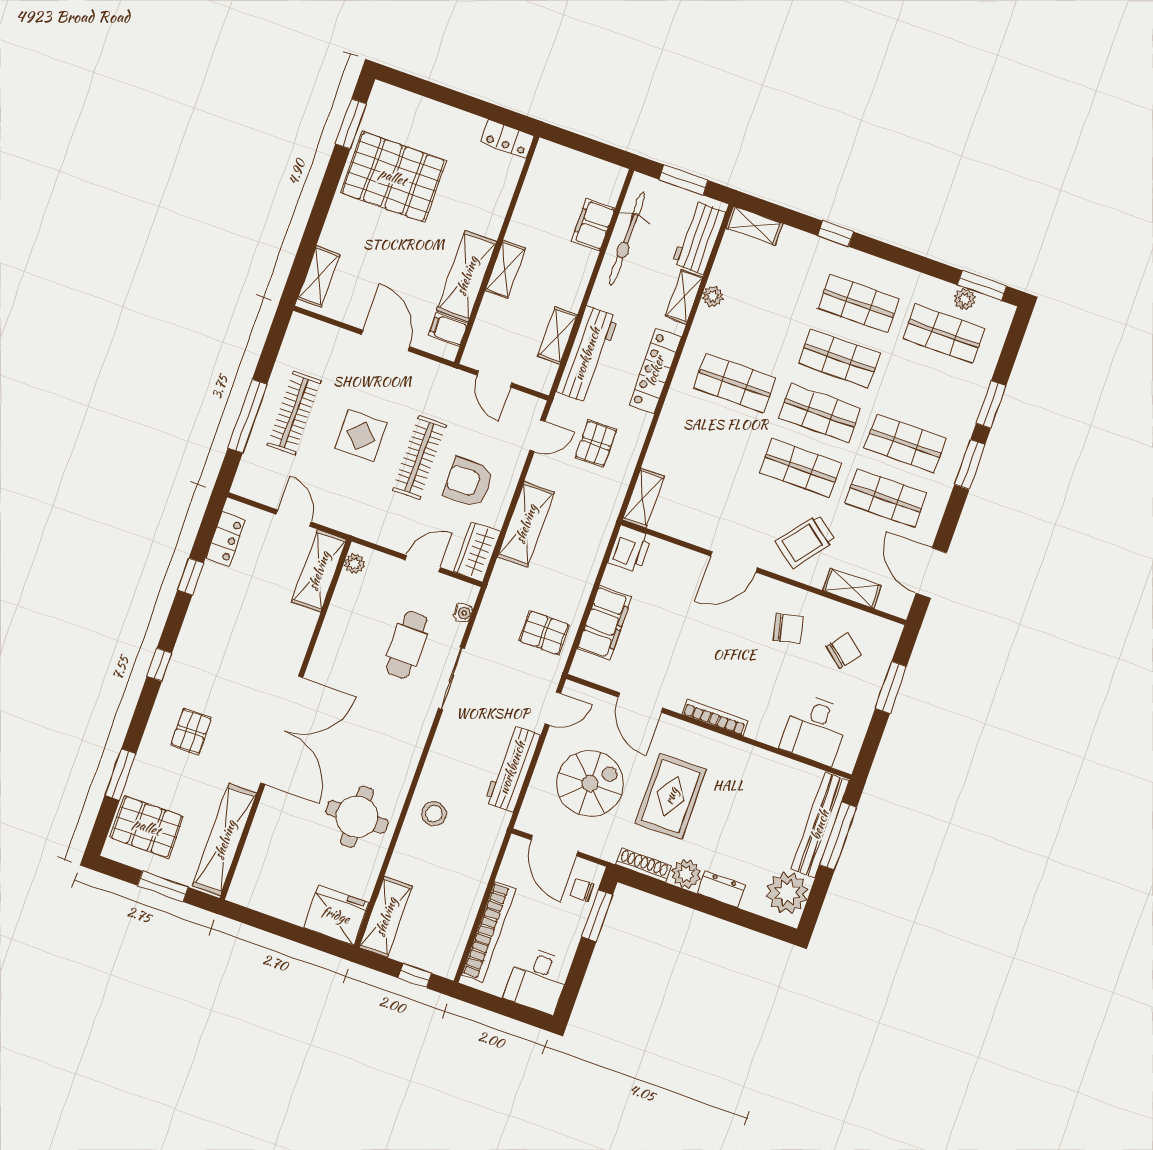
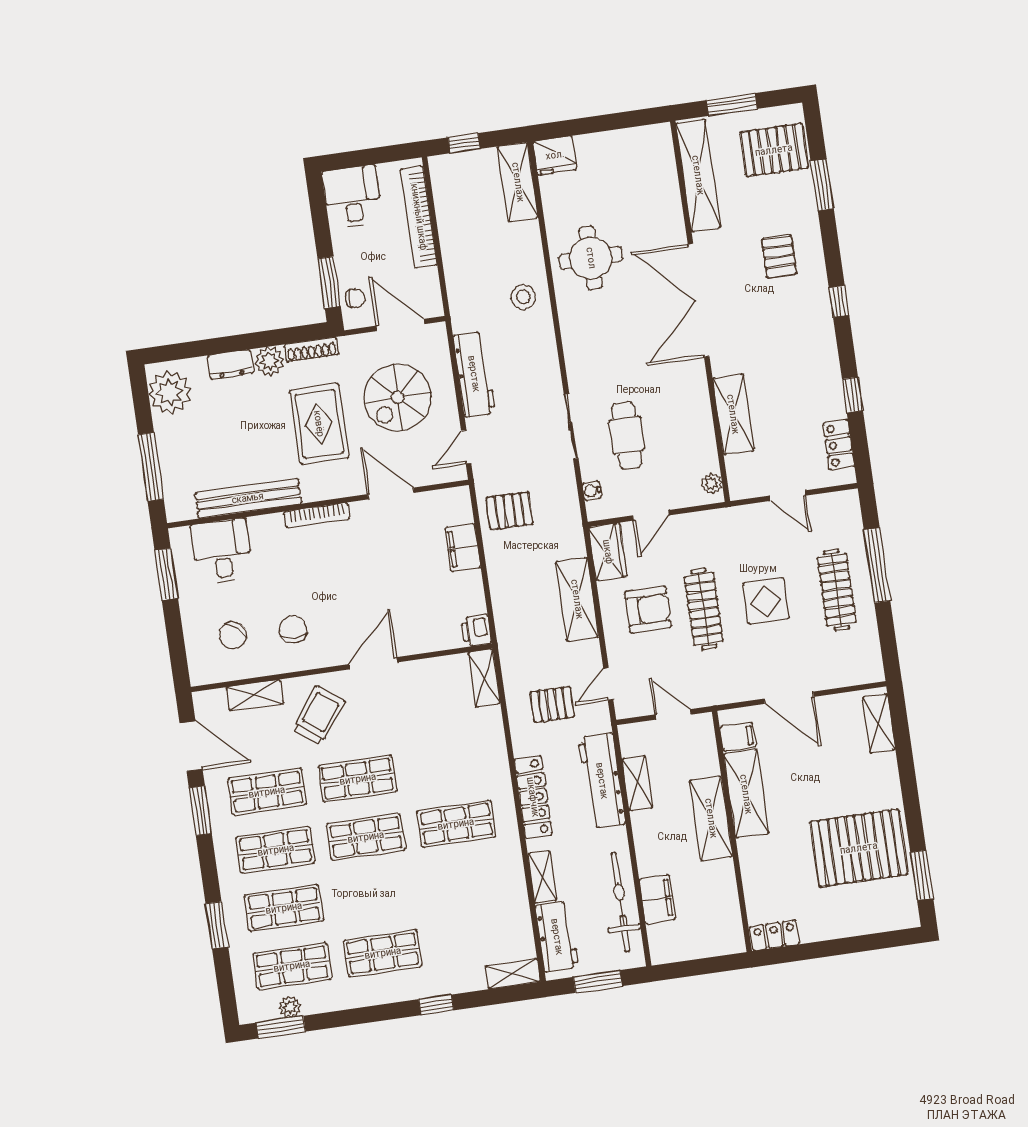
shelving: (505, 269) -> (711, 818), width x1.50, depth x1.33
plant: (713, 296) -> (517, 891), removed
shop shelf: (839, 358) -> (284, 908), moved
pallet: (596, 443) -> (552, 704), turned 90
window: (970, 465) -> (200, 811), moved
printer: (630, 549) -> (476, 631), width x0.73, depth x0.81
shelving: (319, 571) -> (733, 414), moved
filing cabinet: (604, 623) -> (463, 548), width x0.67, depth x0.86
chair: (788, 629) -> (293, 629), turned 103
window: (891, 687) -> (166, 574), moved
bench: (820, 825) -> (248, 498), moved, turned 90
fridge: (336, 915) -> (555, 155), width x0.73, depth x0.75

